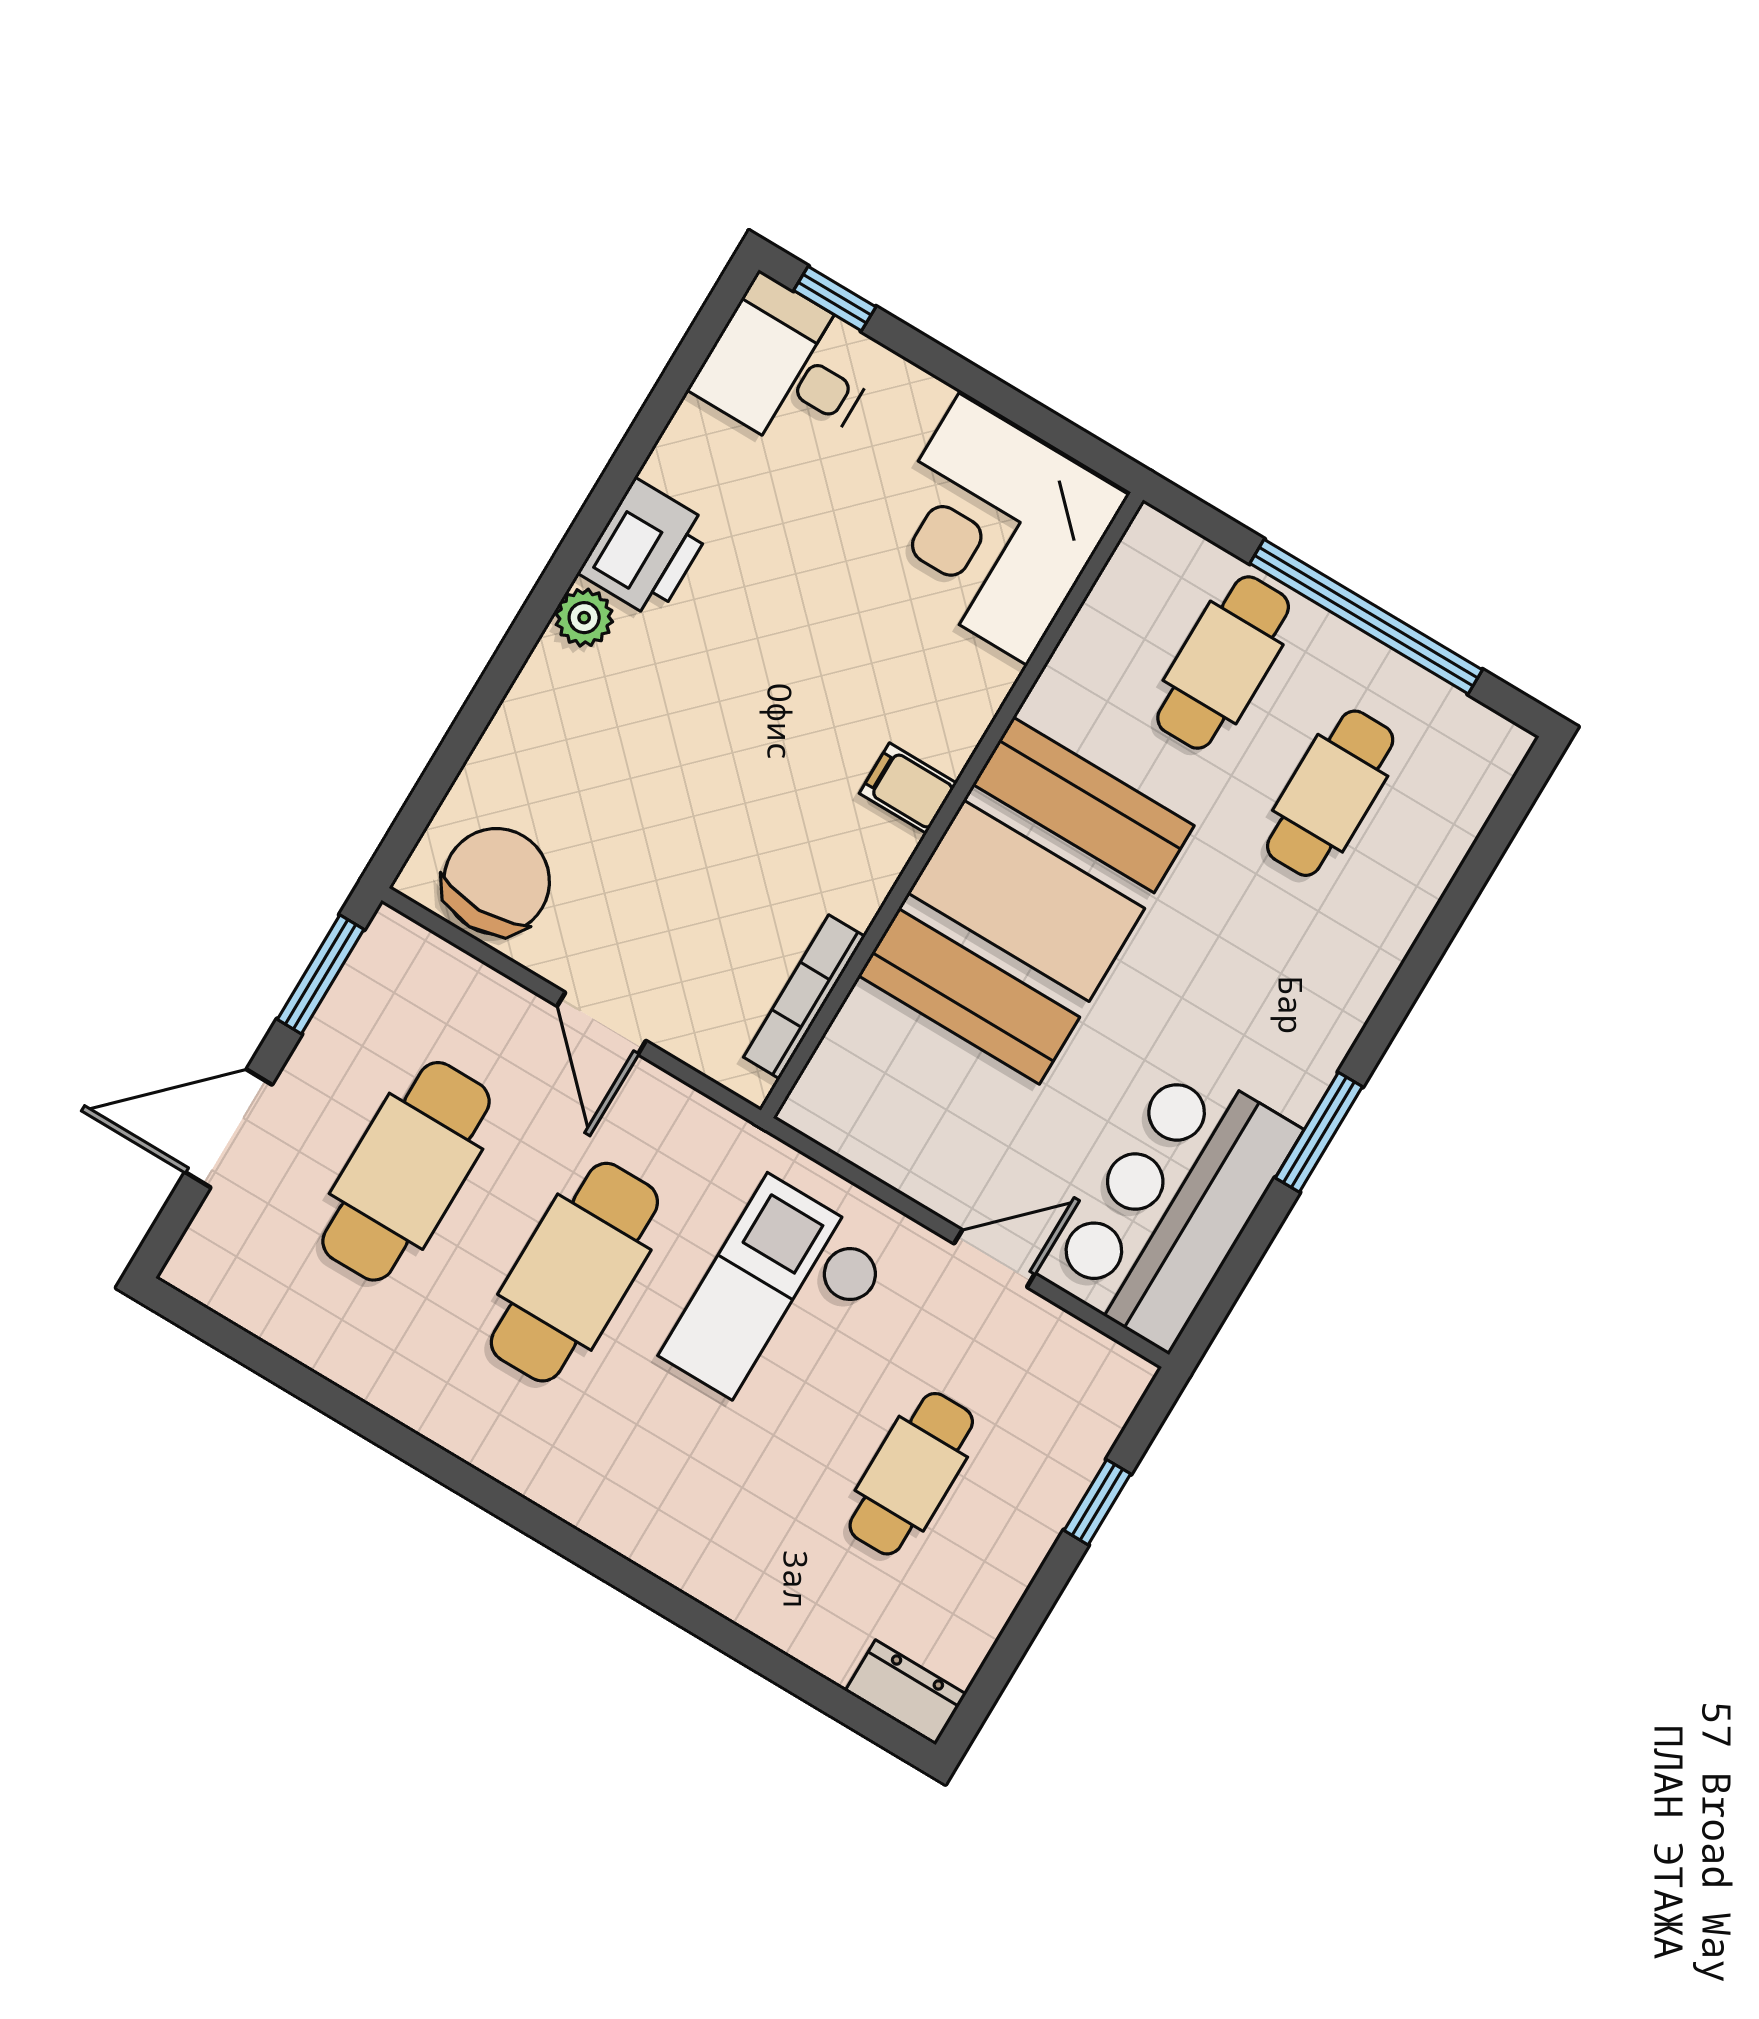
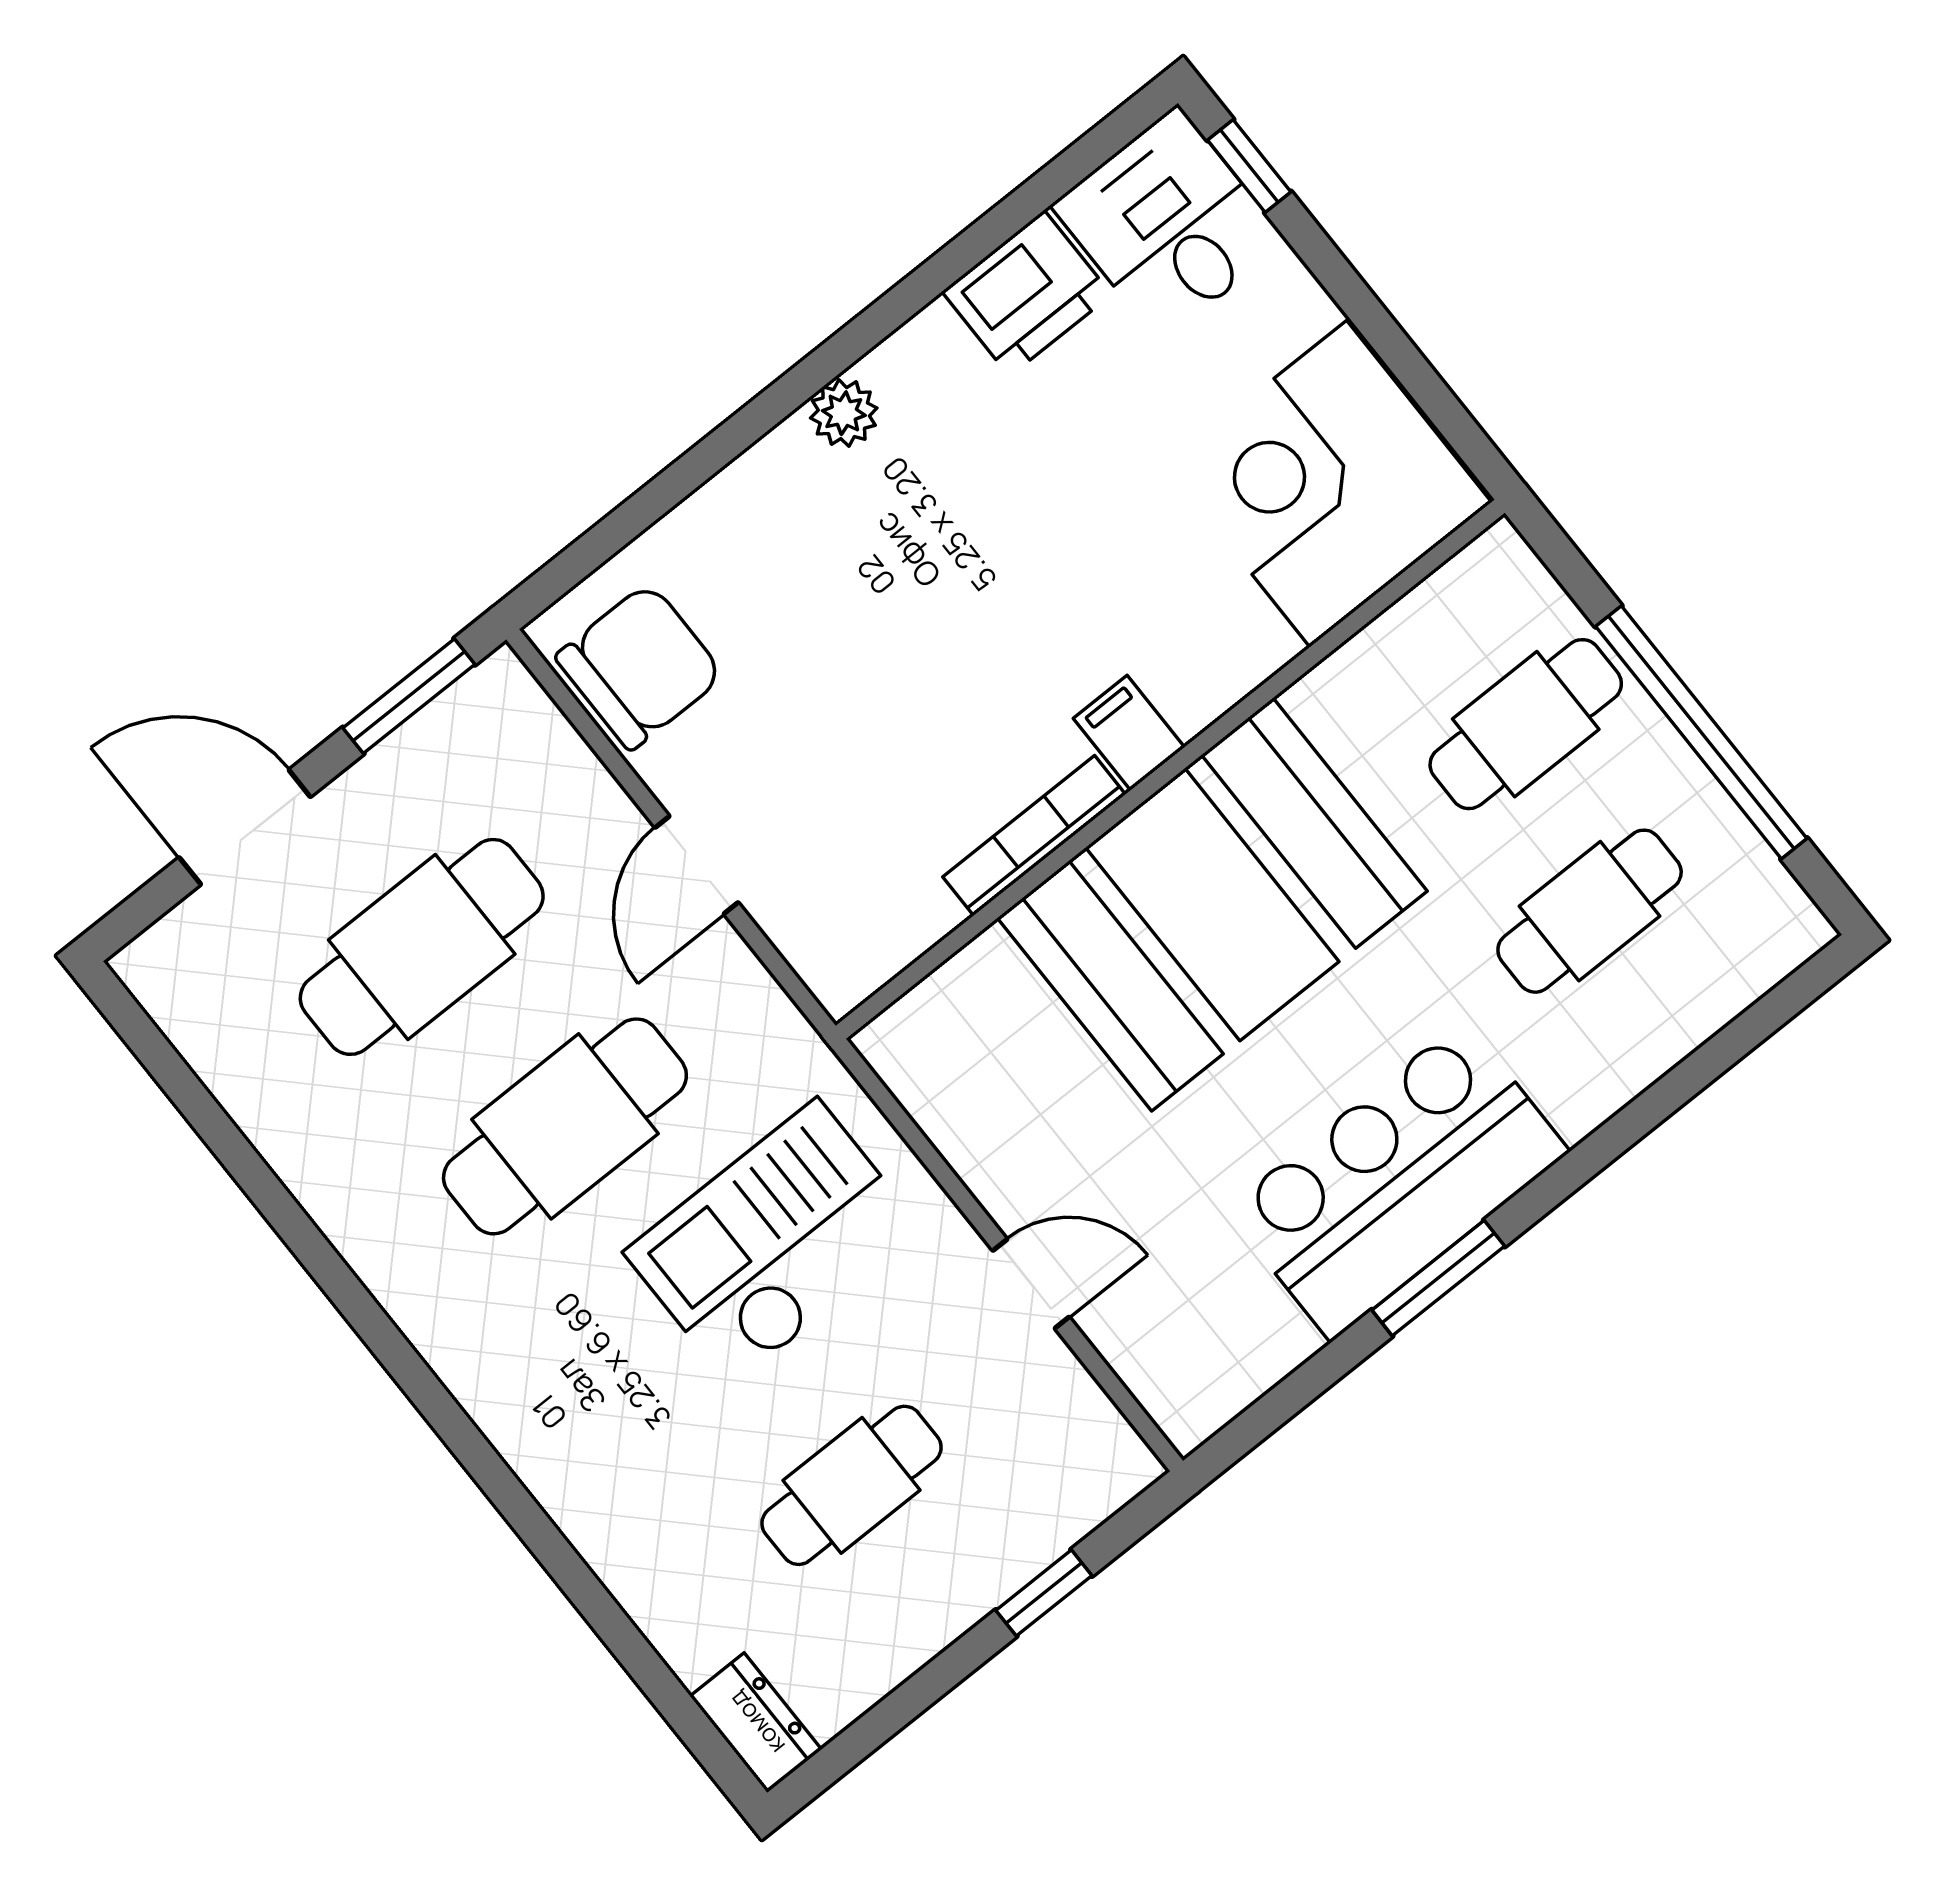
printer: (646, 549) -> (1027, 293), moved
bookcase: (804, 997) -> (1034, 836), moved
bar counter: (1174, 1205) -> (1397, 1181), moved

